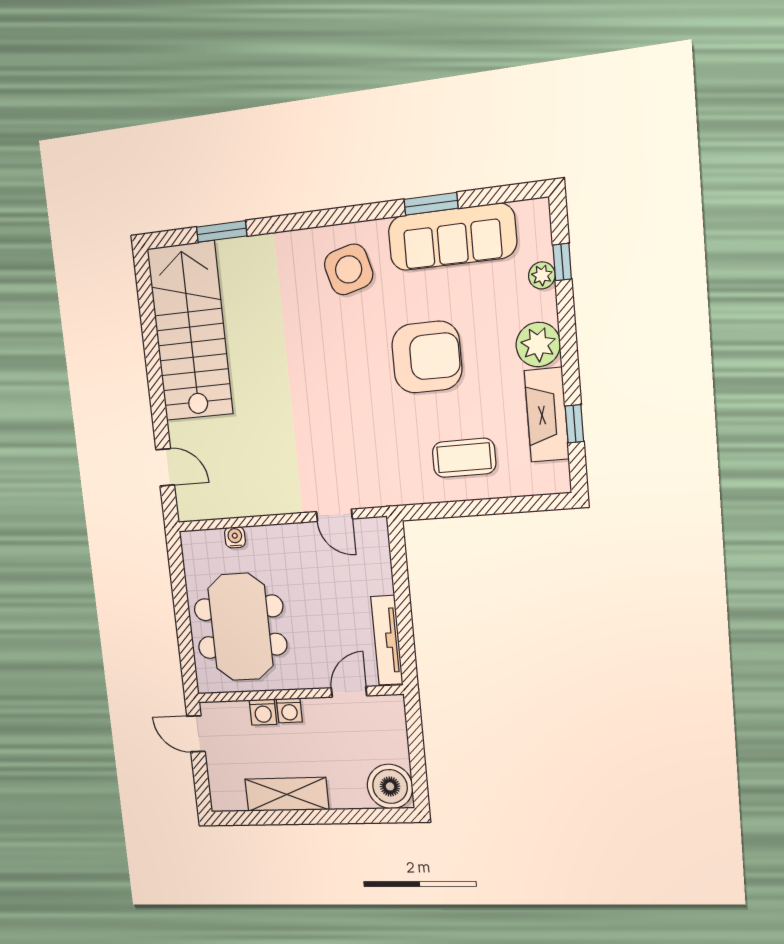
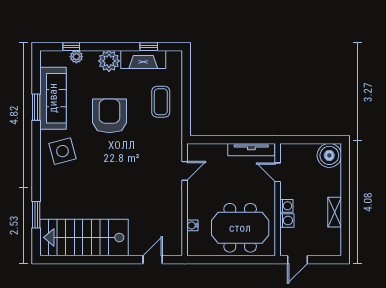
shelving: (287, 794) -> (335, 212), width x0.67, depth x0.75

